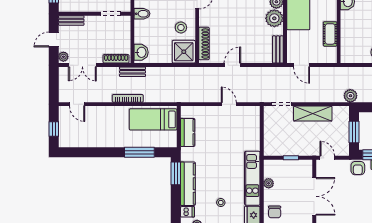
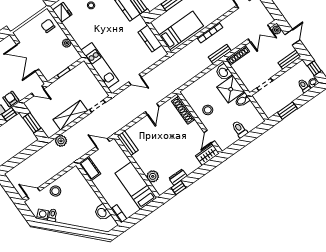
plant: (274, 18) -> (146, 164), removed
cot: (330, 34) -> (90, 169), moved
shower: (184, 52) -> (231, 89), moved
double door: (82, 65) -> (259, 33), swing flipped
plant: (350, 96) -> (61, 141), moved
kitchen unit: (252, 178) -> (100, 65), moved

